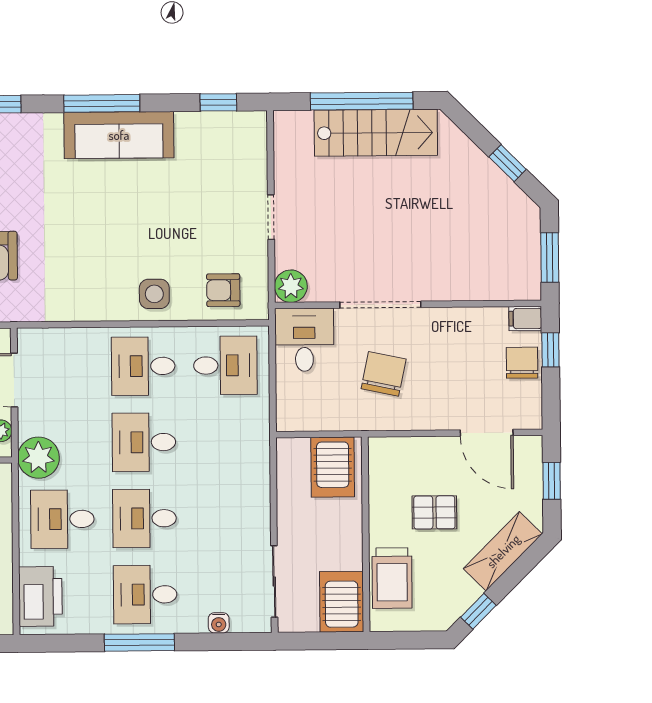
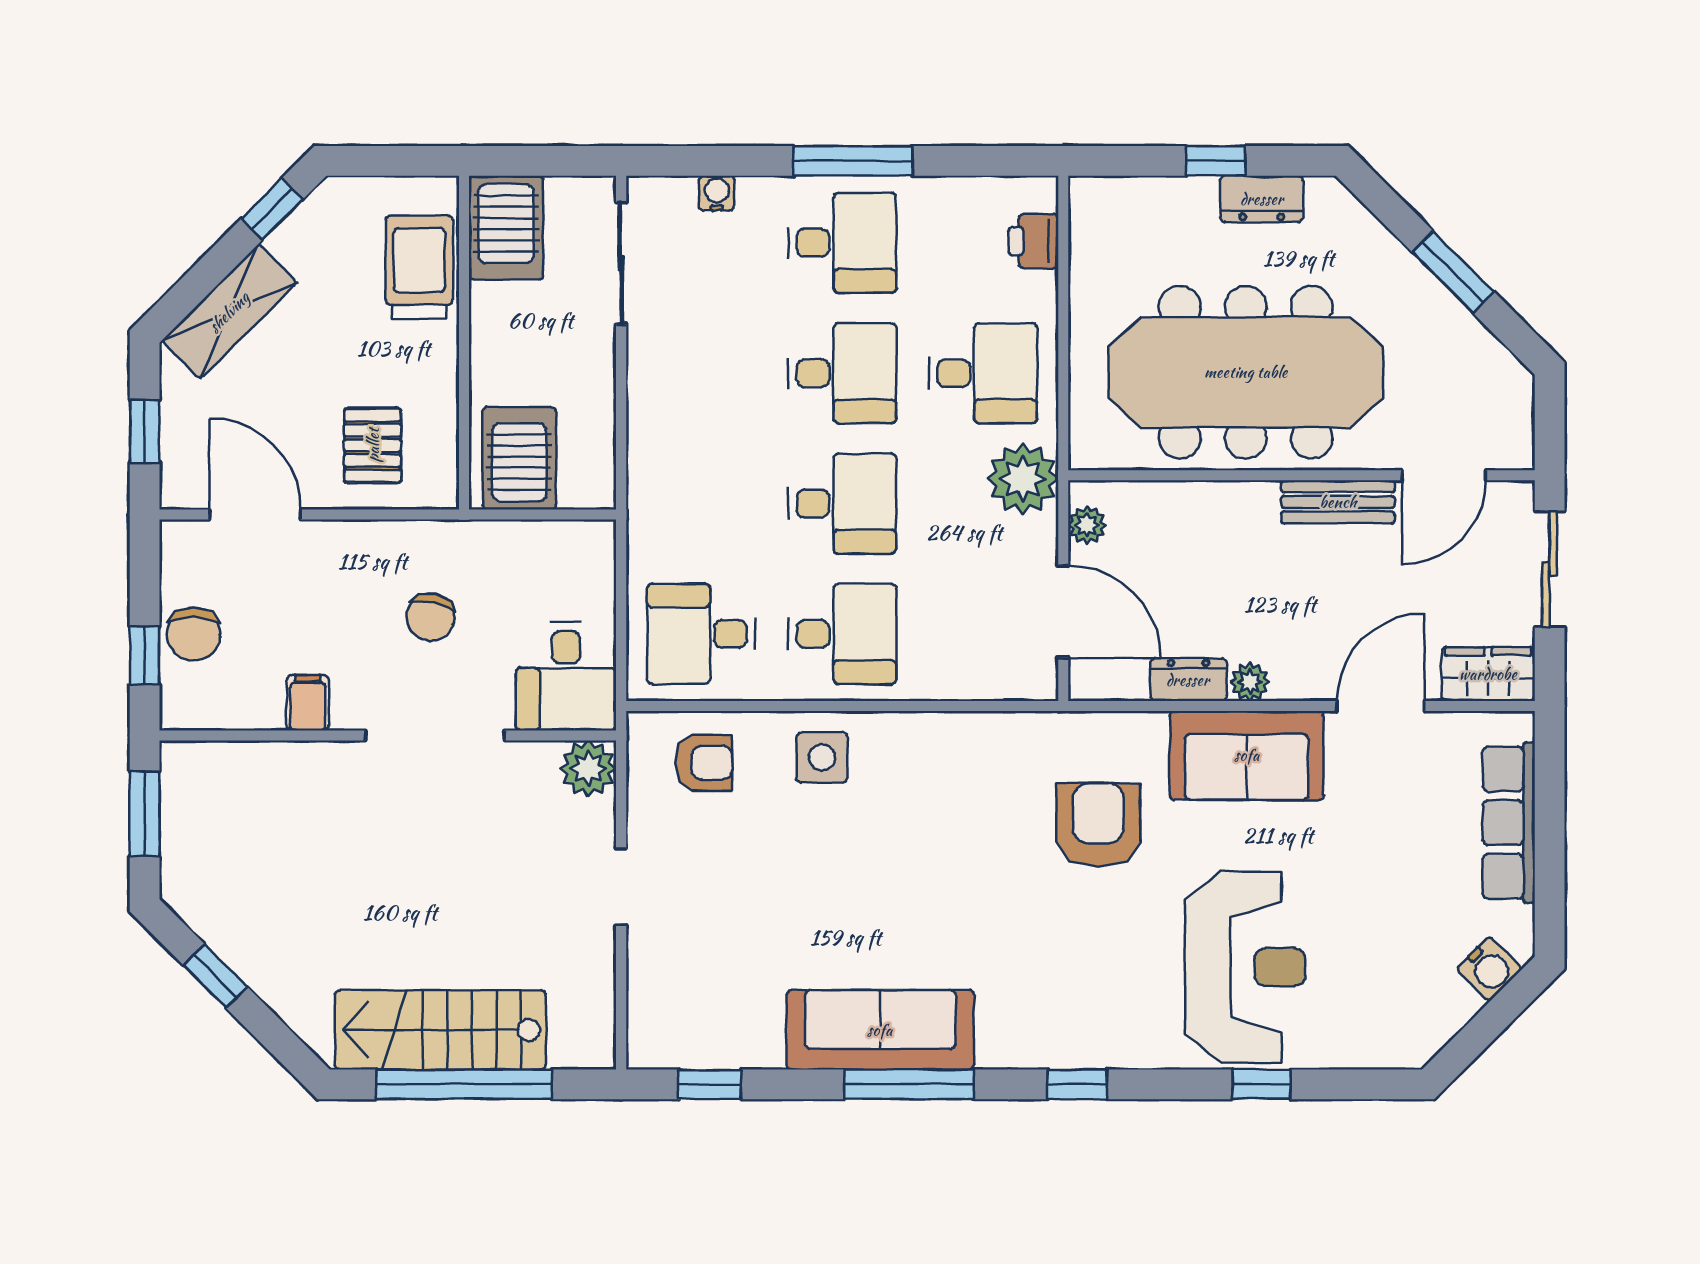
filing cabinet: (525, 318) -> (308, 703), moved, turned -90
chair: (384, 374) -> (431, 617), width x0.73, depth x0.73
pallet: (434, 512) -> (373, 445), moved, turned 90
printer: (40, 596) -> (1033, 241), width x0.53, depth x0.68

